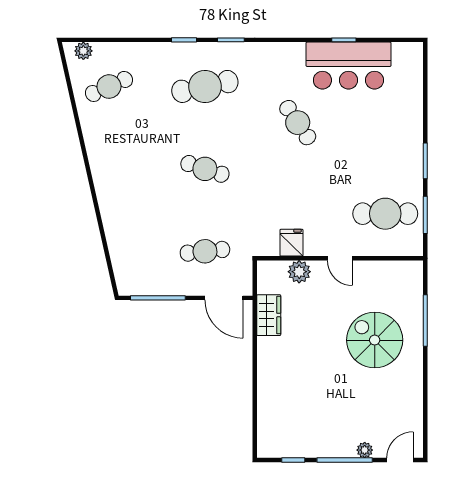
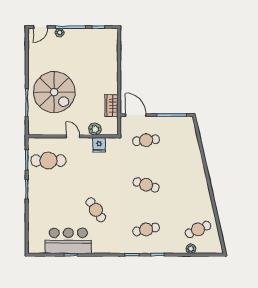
plant: (83, 51) -> (191, 249), moved
cafe table: (205, 86) -> (146, 229), width x0.73, depth x0.74
spiral stairs: (375, 340) -> (54, 92), width x1.37, depth x1.37

